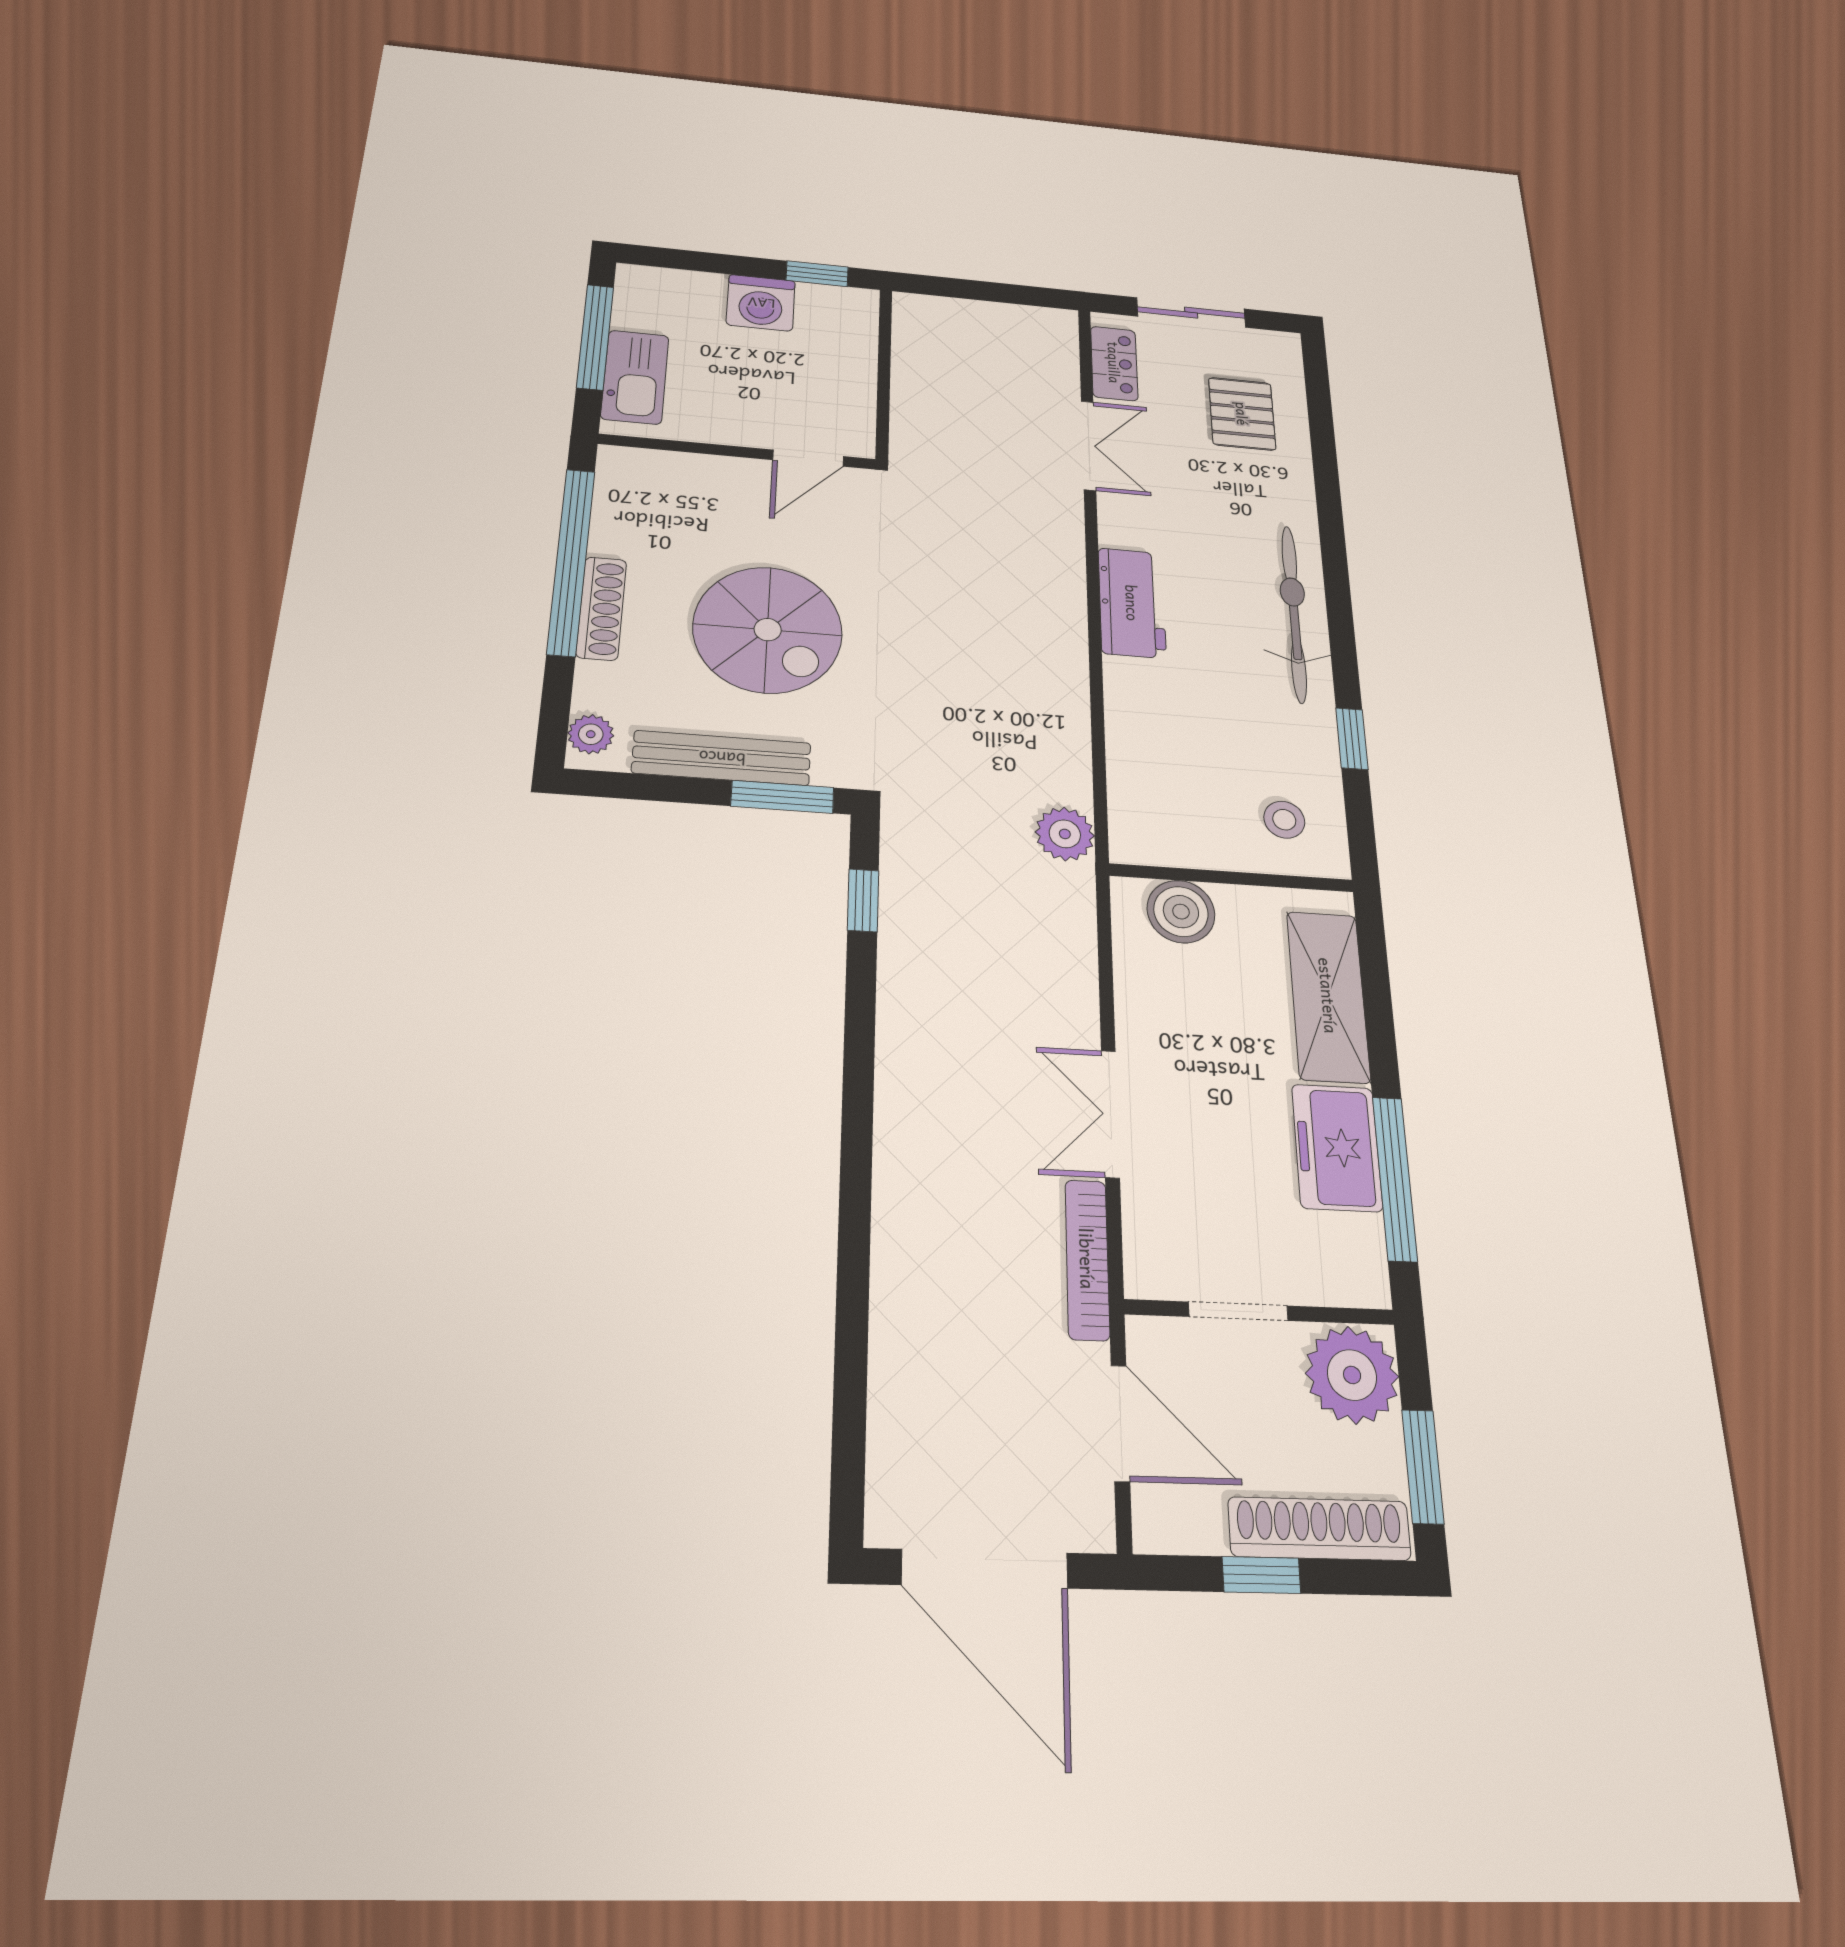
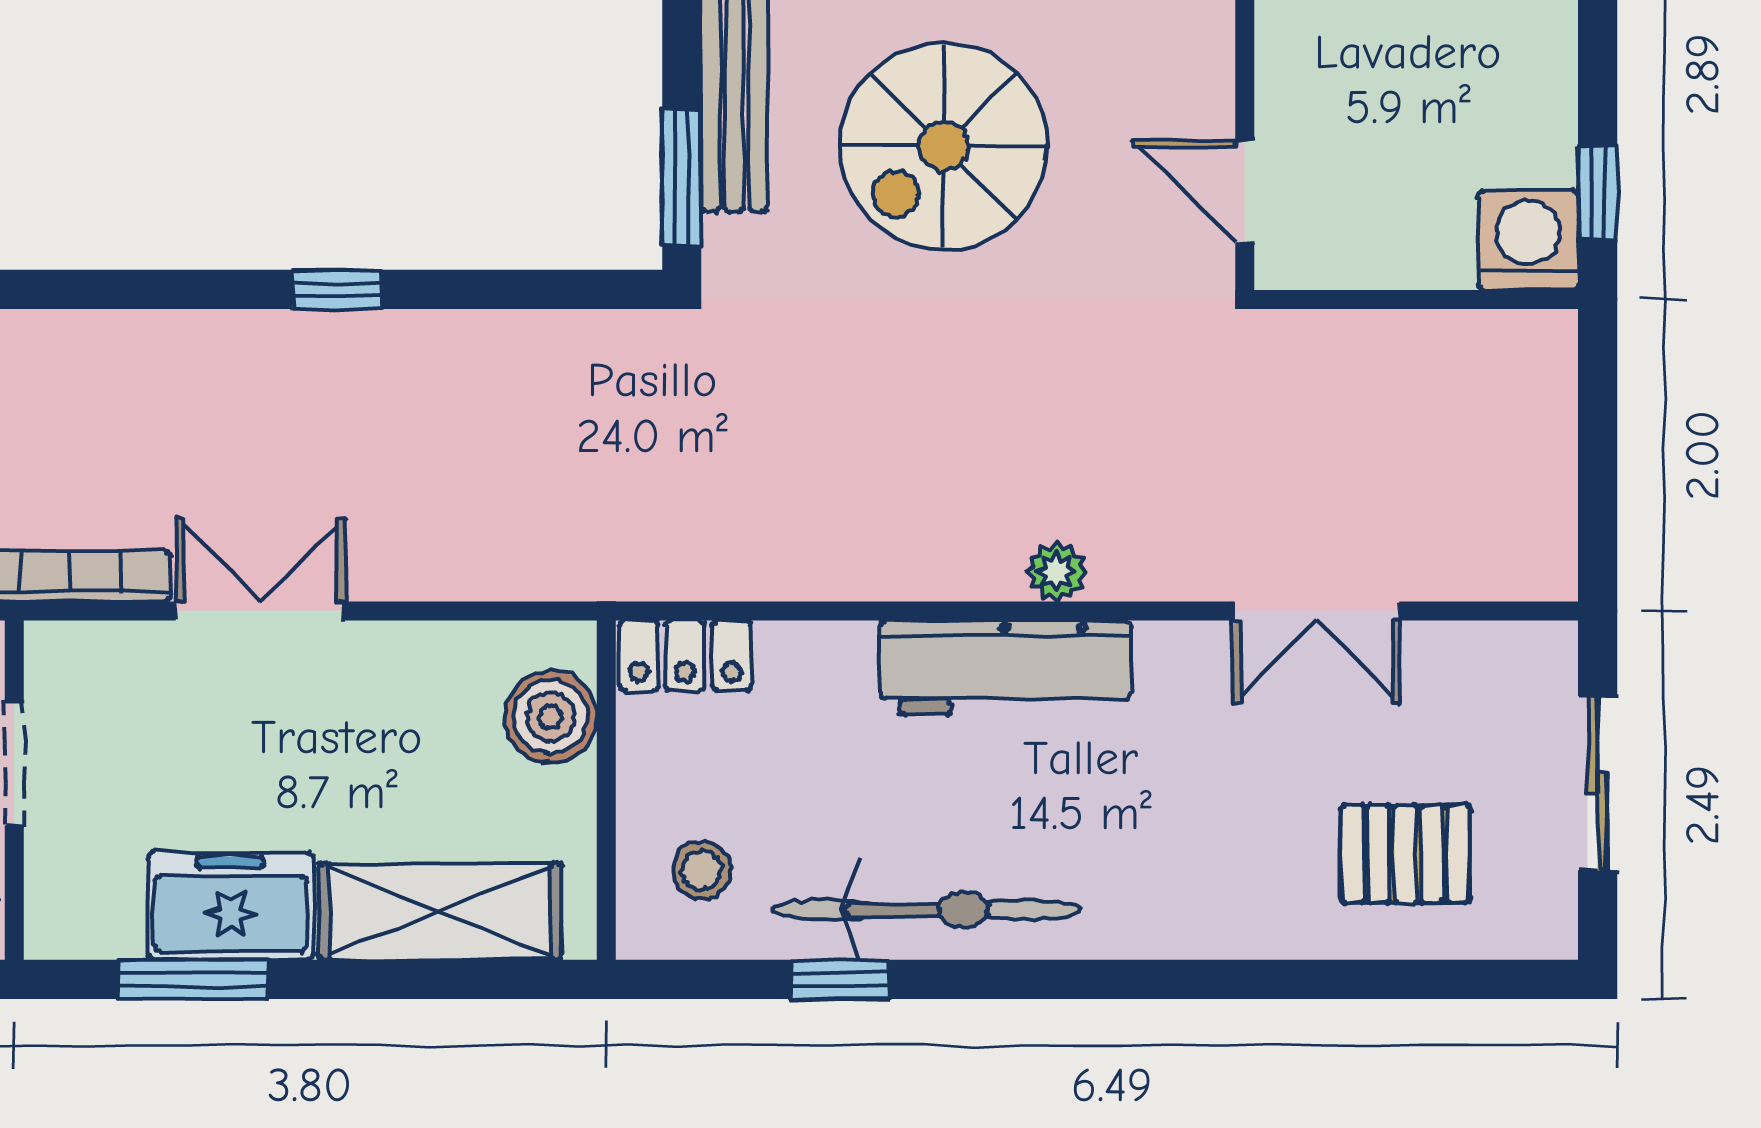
washing machine: (761, 303) -> (1528, 240), moved, turned 90
locker: (1114, 363) -> (685, 656), moved
workbench: (1132, 603) -> (1006, 667), width x1.38
bicycle: (1294, 613) -> (926, 910), moved
plant: (1065, 834) -> (1057, 572), moved, width x0.73, depth x0.73
window: (863, 900) -> (337, 289), moved
window: (1395, 1178) -> (193, 979), width x0.69

